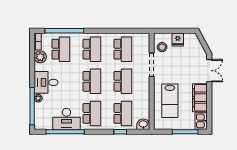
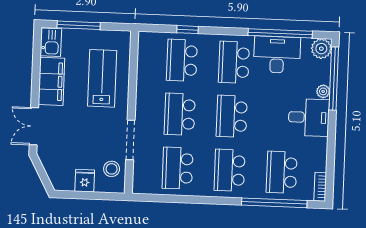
plant: (40, 57) -> (321, 49), moved
washbasin: (143, 124) -> (148, 40), removed

